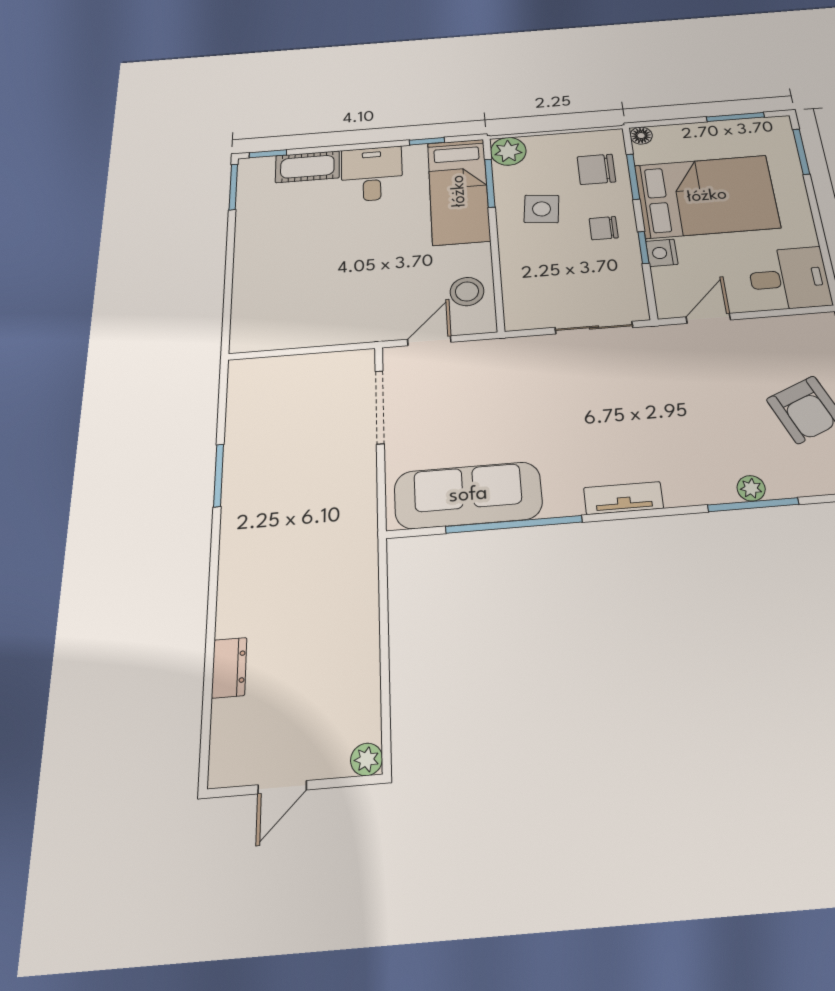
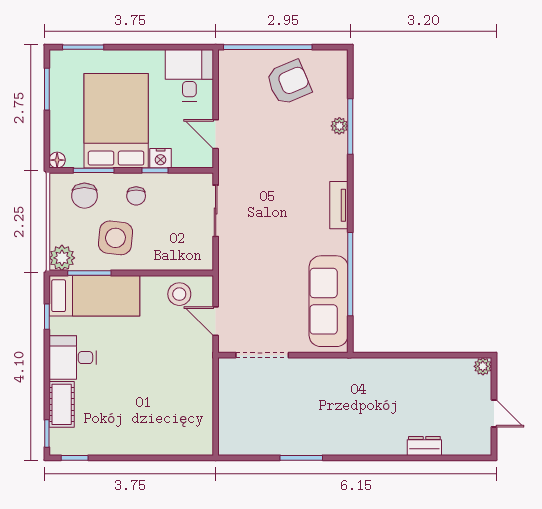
window: (233, 187) -> (75, 458), width x0.67
side table: (542, 209) -> (115, 238), width x1.37, depth x1.37

